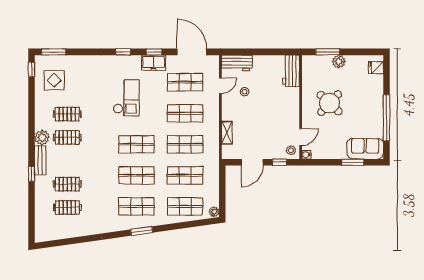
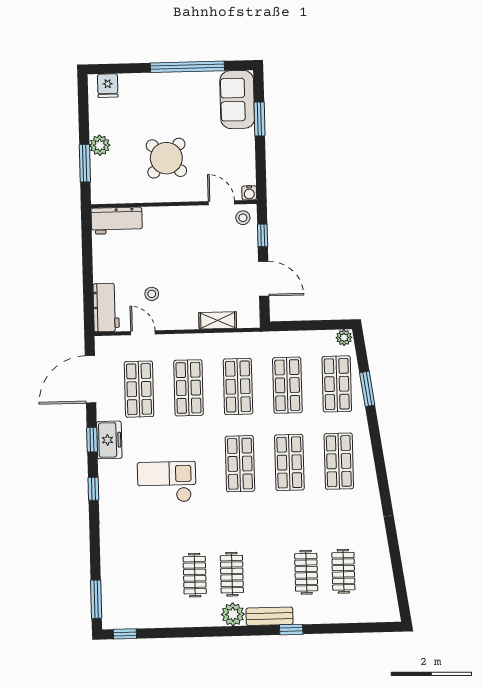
display table: (54, 80) -> (141, 597), removed
window: (142, 231) -> (367, 389), moved

